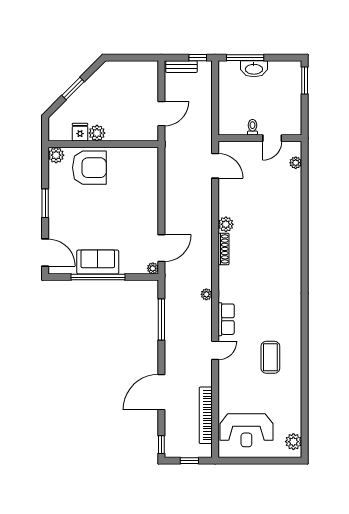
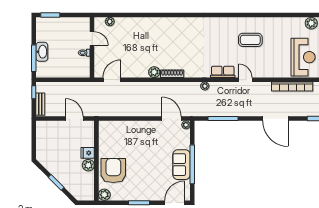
fridge: (80, 132) -> (88, 153), moved

